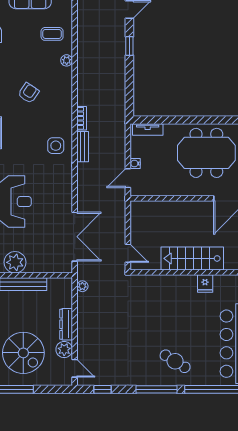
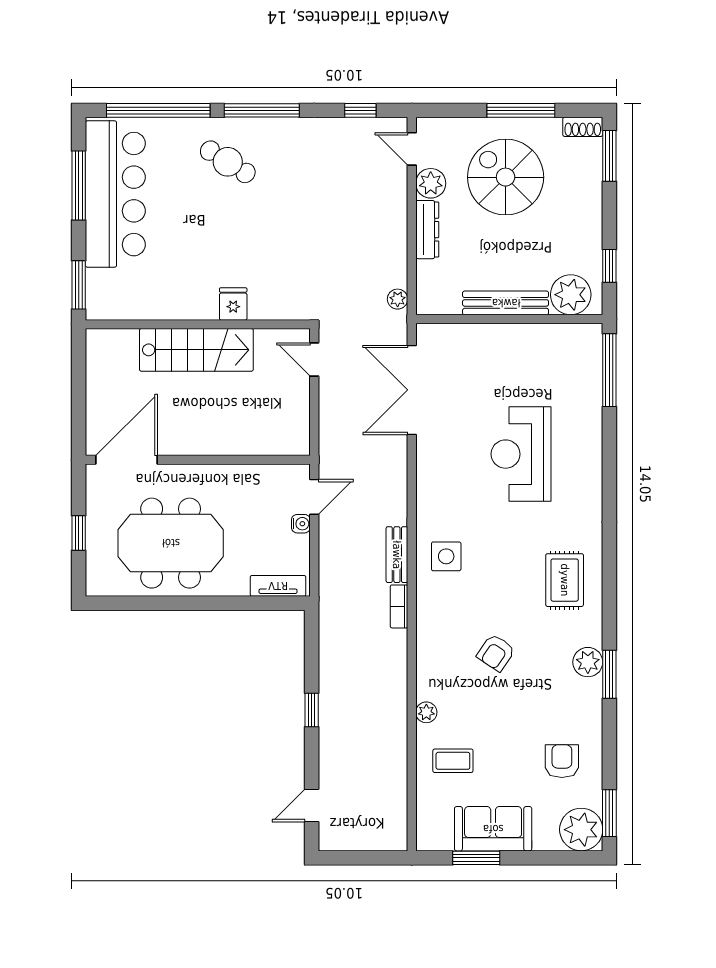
window: (129, 46) -> (312, 710), moved
plant: (15, 262) -> (521, 343), removed
fridge: (205, 284) -> (233, 304), moved

